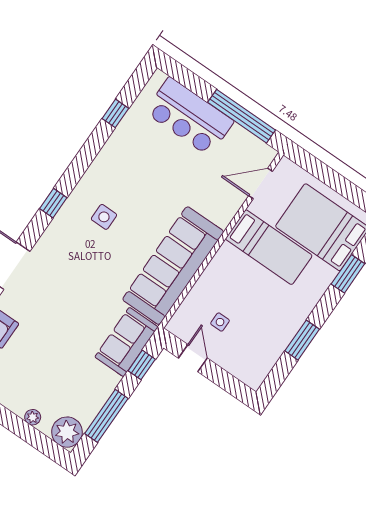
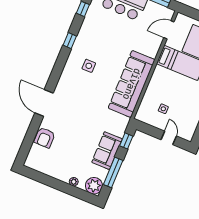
window: (53, 203) -> (70, 41), moved
sofa: (126, 342) -> (107, 151), moved
door: (193, 358) -> (169, 138), moved

